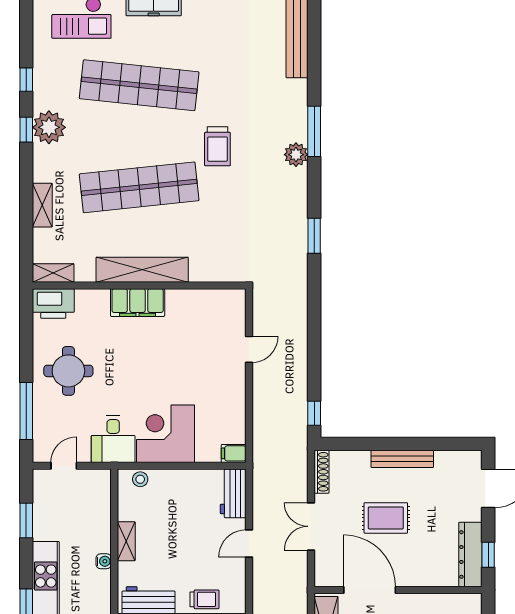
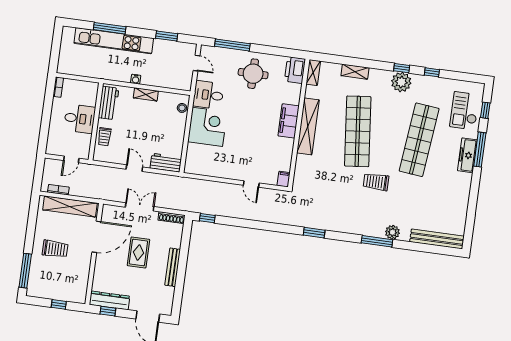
plant: (296, 155) -> (392, 232), moved
filing cabinet: (234, 453) -> (284, 179), moved

